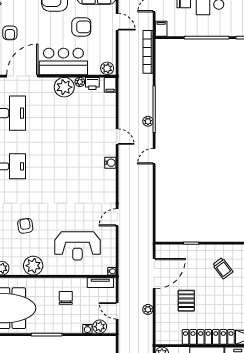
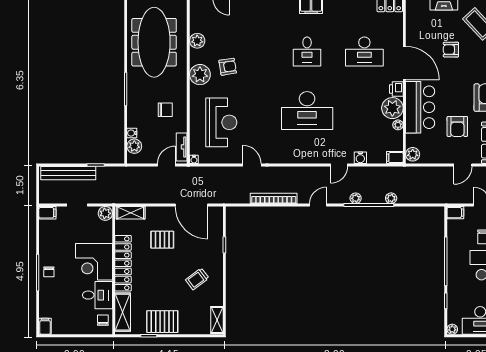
bookcase: (148, 52) -> (274, 198), moved
printer: (92, 83) -> (396, 89), moved
door: (154, 156) -> (318, 205), hinge flipped
water cooler: (110, 163) -> (360, 158), moved
desk: (66, 166) -> (307, 110), added
armchair: (25, 226) -> (228, 67), moved
reception desk: (77, 246) -> (221, 122), turned 180
plant: (148, 309) -> (391, 198), moved
door: (117, 311) -> (166, 165), moved
shelving: (161, 330) -> (131, 213), added

